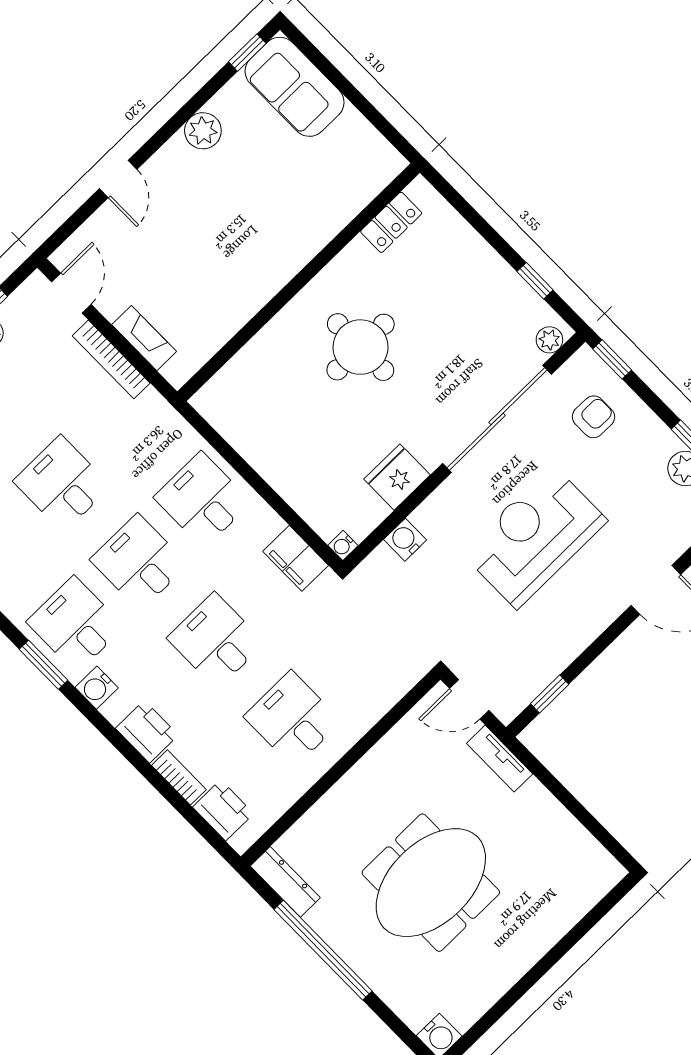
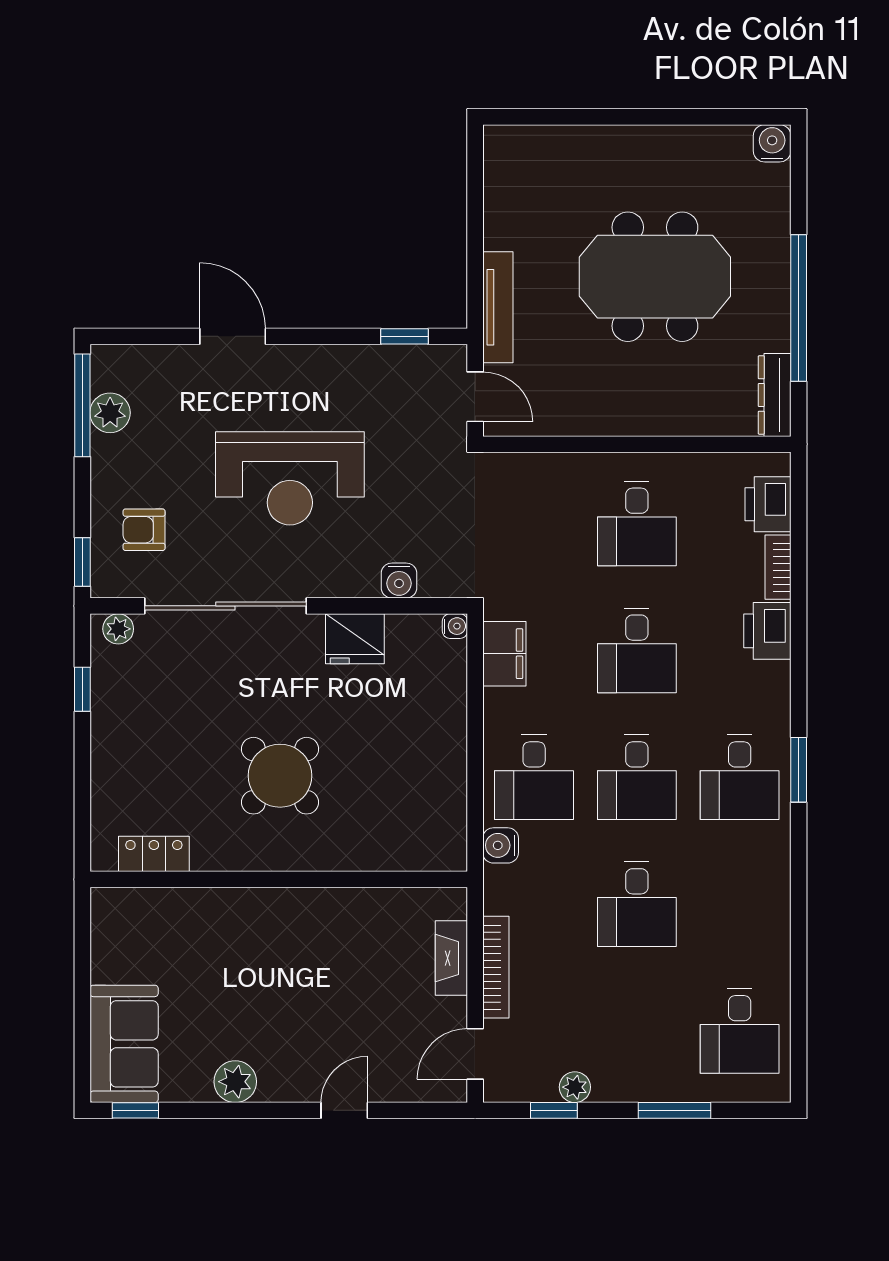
round table: (361, 347) -> (280, 776), turned 45
water cooler: (97, 688) -> (501, 845), moved, turned 180
tv unit: (500, 759) -> (498, 307), width x1.41

